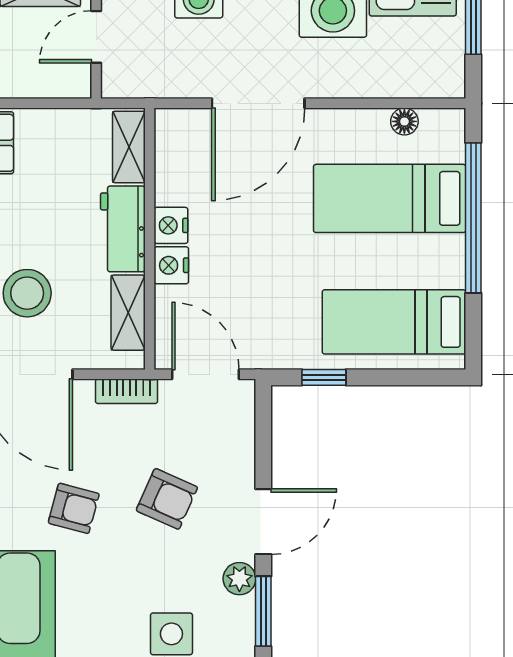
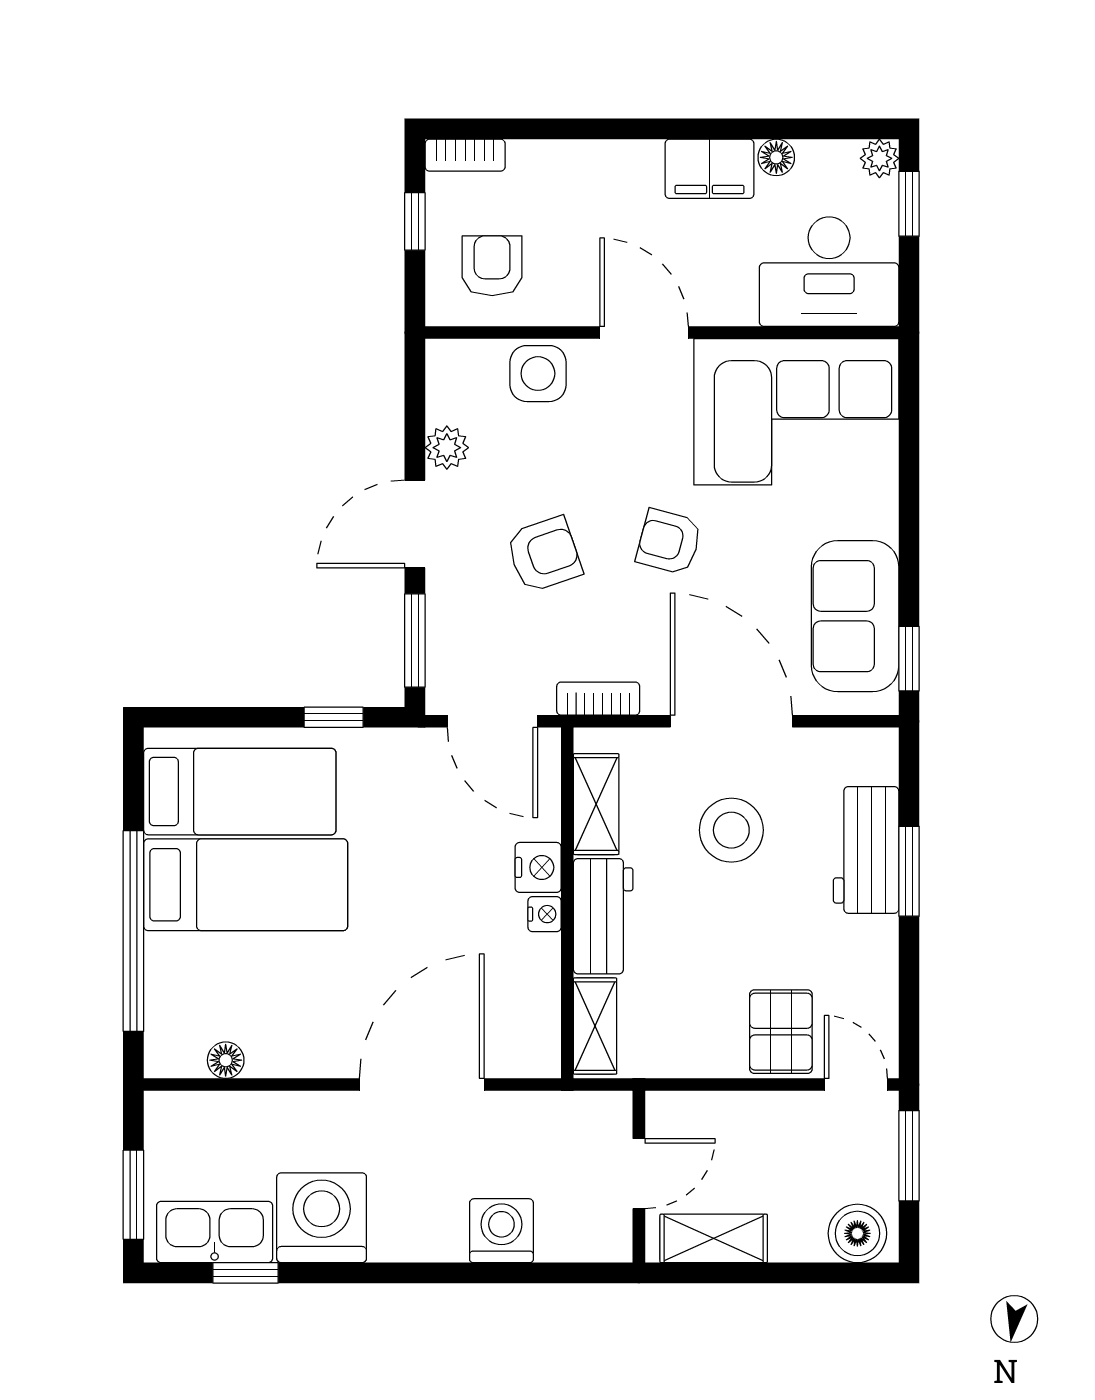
bed: (390, 198) -> (246, 885), moved
nightstand: (171, 225) -> (545, 914), width x0.72, depth x0.74
armchair: (167, 499) -> (544, 554), turned 137
window: (263, 611) -> (415, 641), moved

